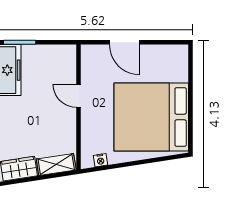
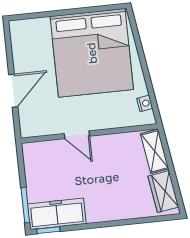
door: (78, 96) -> (77, 135), hinge flipped

